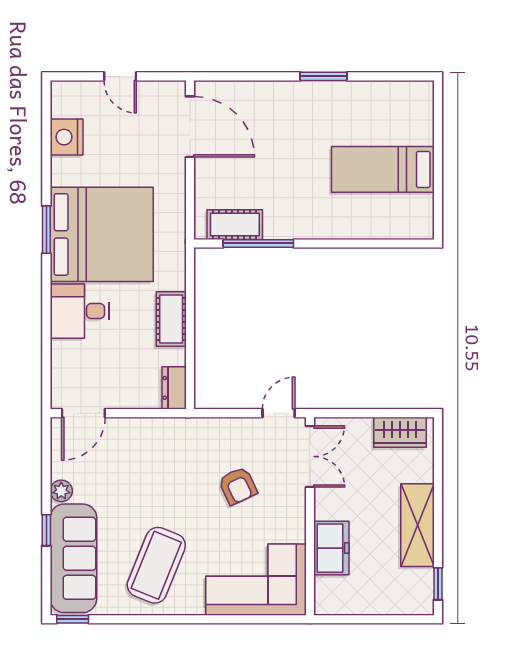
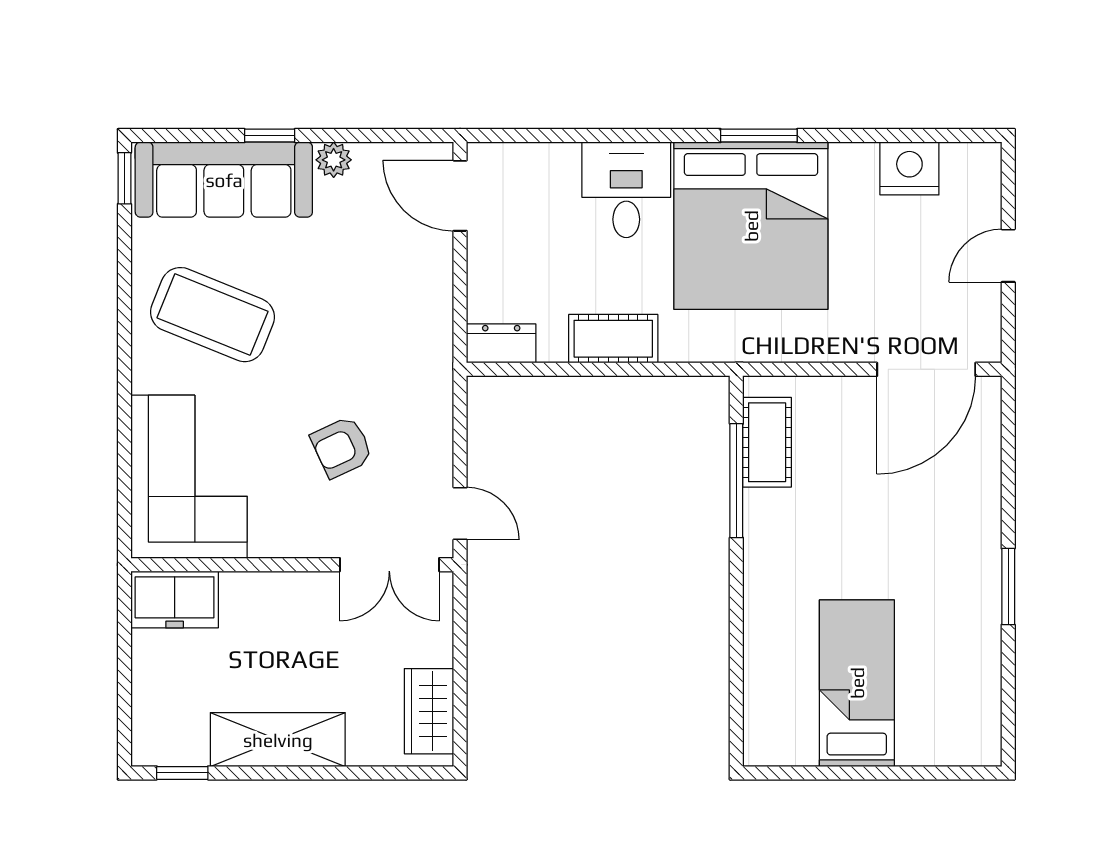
freezer: (331, 548) -> (175, 600), moved

